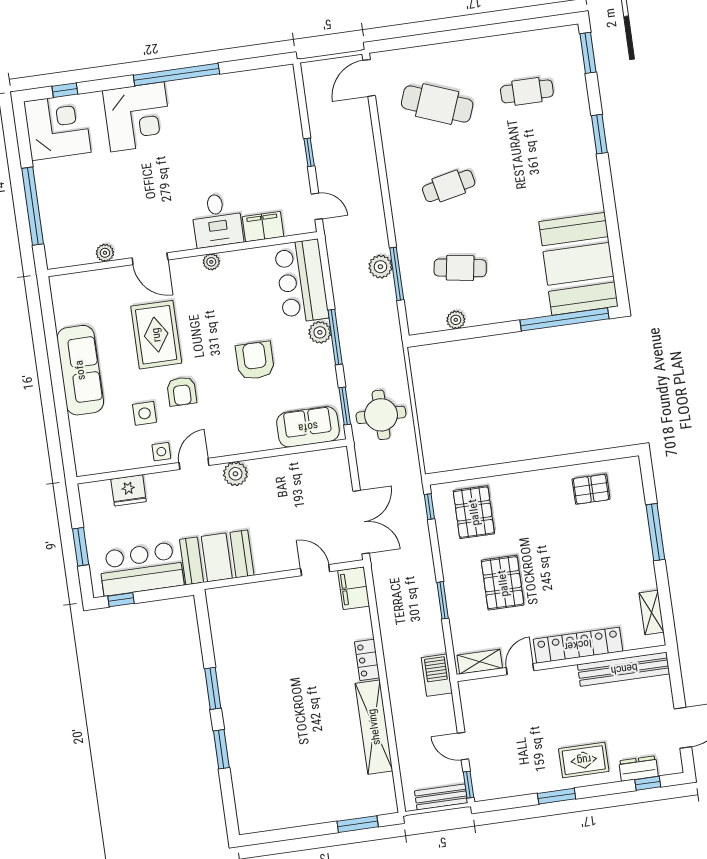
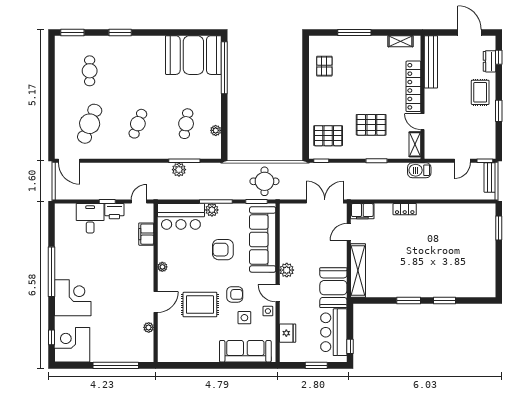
printer: (294, 167) -> (114, 211), added
cafe table: (449, 186) -> (138, 124), turned 33
desk: (217, 220) -> (90, 218), moved, turned -90
sofa: (80, 370) -> (245, 351), moved
sofa: (308, 427) -> (263, 239), width x1.85, depth x1.27
shelving: (374, 727) -> (358, 271), moved, turned 90

